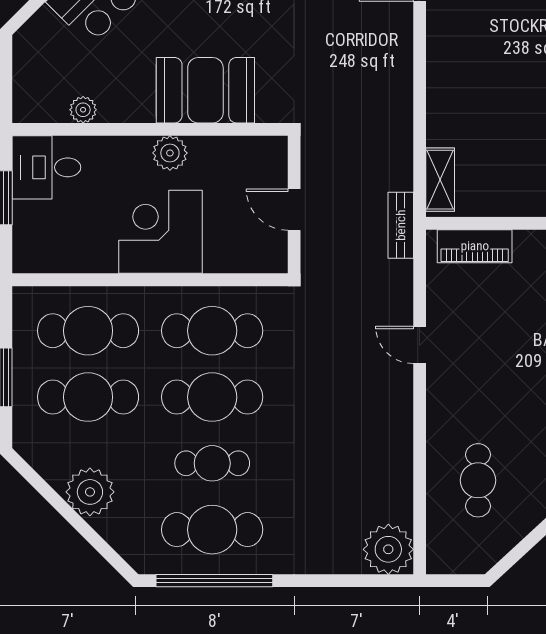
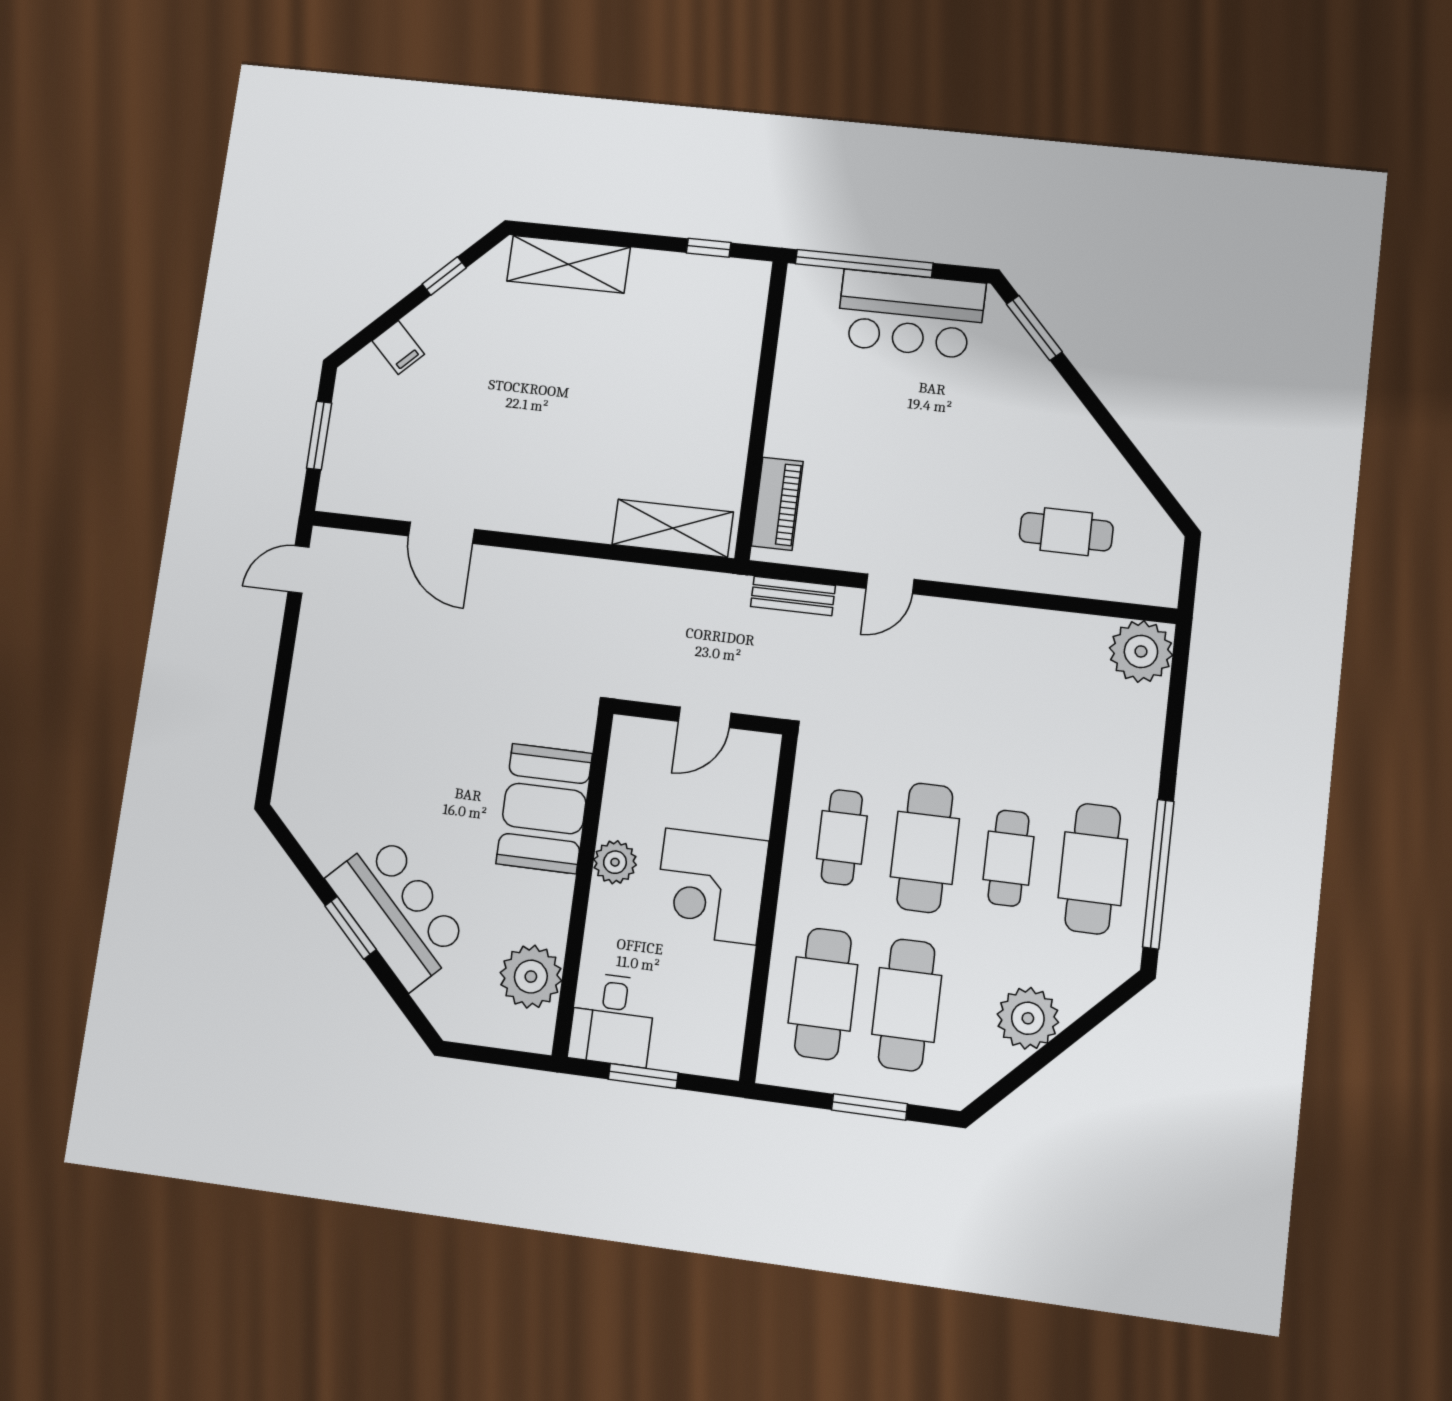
plant: (83, 110) -> (531, 977), width x1.88, depth x1.88
shelving: (440, 180) -> (673, 528), width x1.50, depth x1.33
bench: (401, 225) -> (793, 596), moved
cafe table: (212, 331) -> (842, 837), width x0.73, depth x0.74

